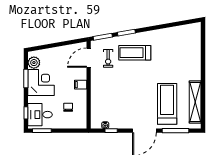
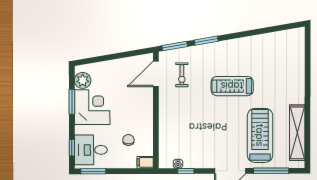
treadmill: (135, 53) -> (232, 86), moved
filing cabinet: (81, 85) -> (145, 162), moved

